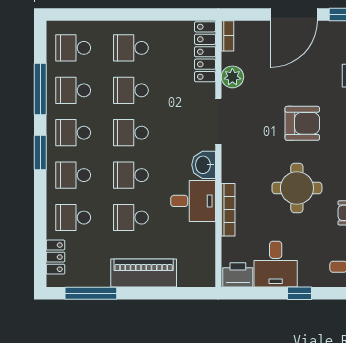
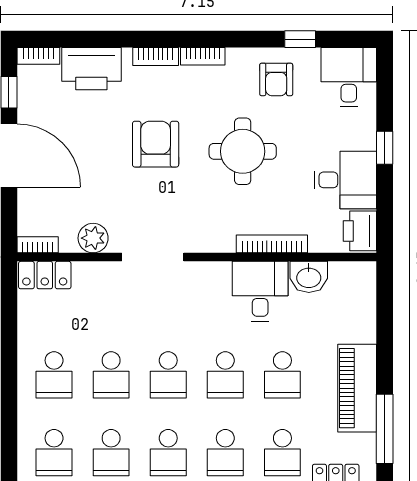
locker: (205, 52) -> (45, 275), width x0.66
washbasin: (204, 165) -> (309, 277), moved
piano: (144, 273) -> (357, 388), moved

